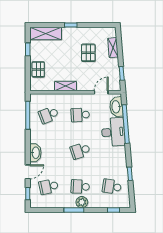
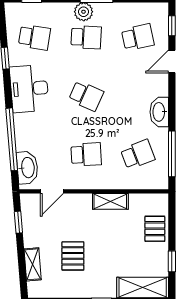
desk: (113, 132) -> (29, 89), moved
school desk: (80, 151) -> (86, 96), turned 42
washbasin: (35, 153) -> (159, 112), moved

